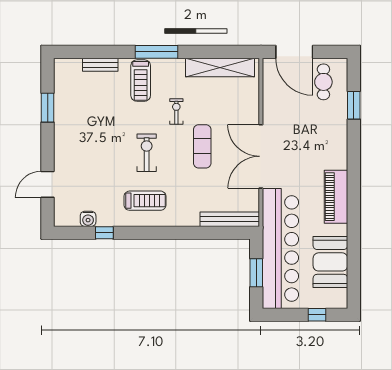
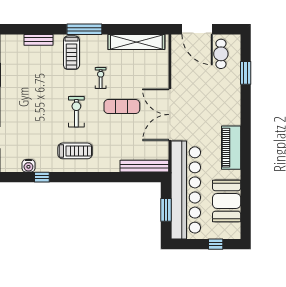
exercise mat: (202, 146) -> (122, 107), turned 90

